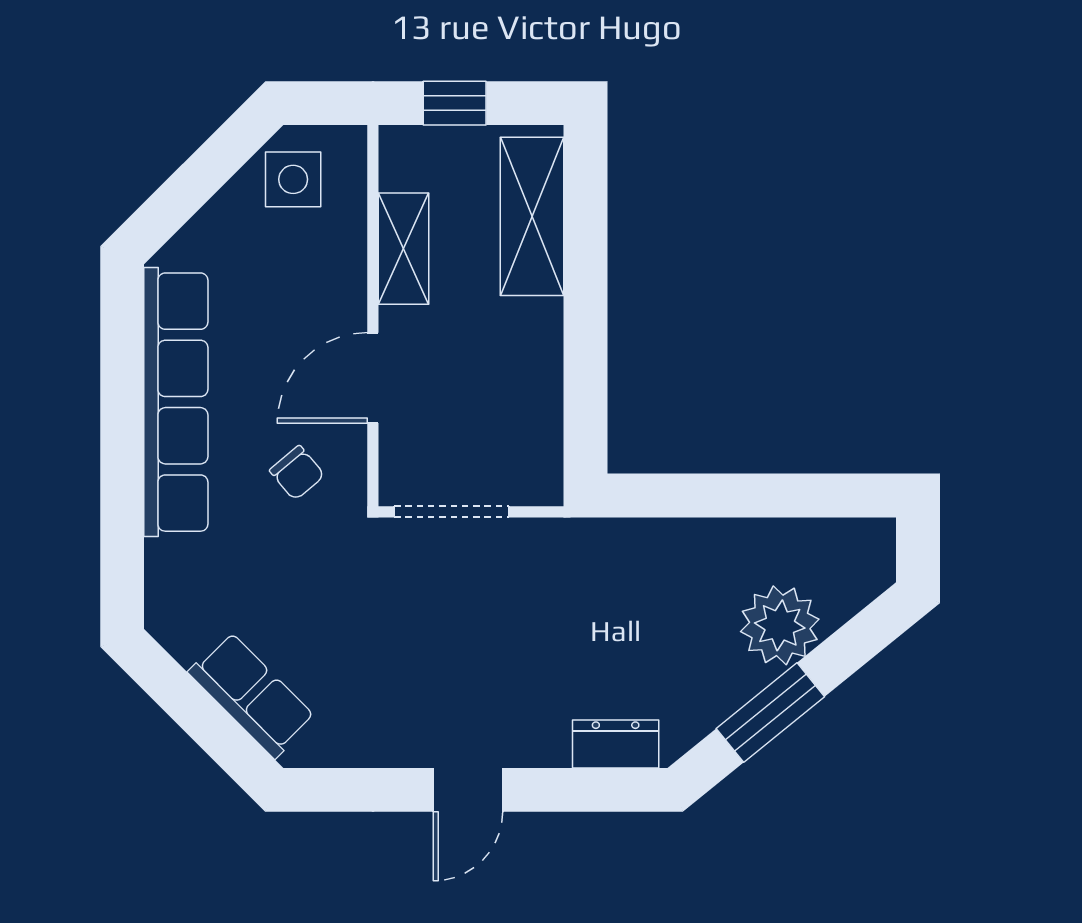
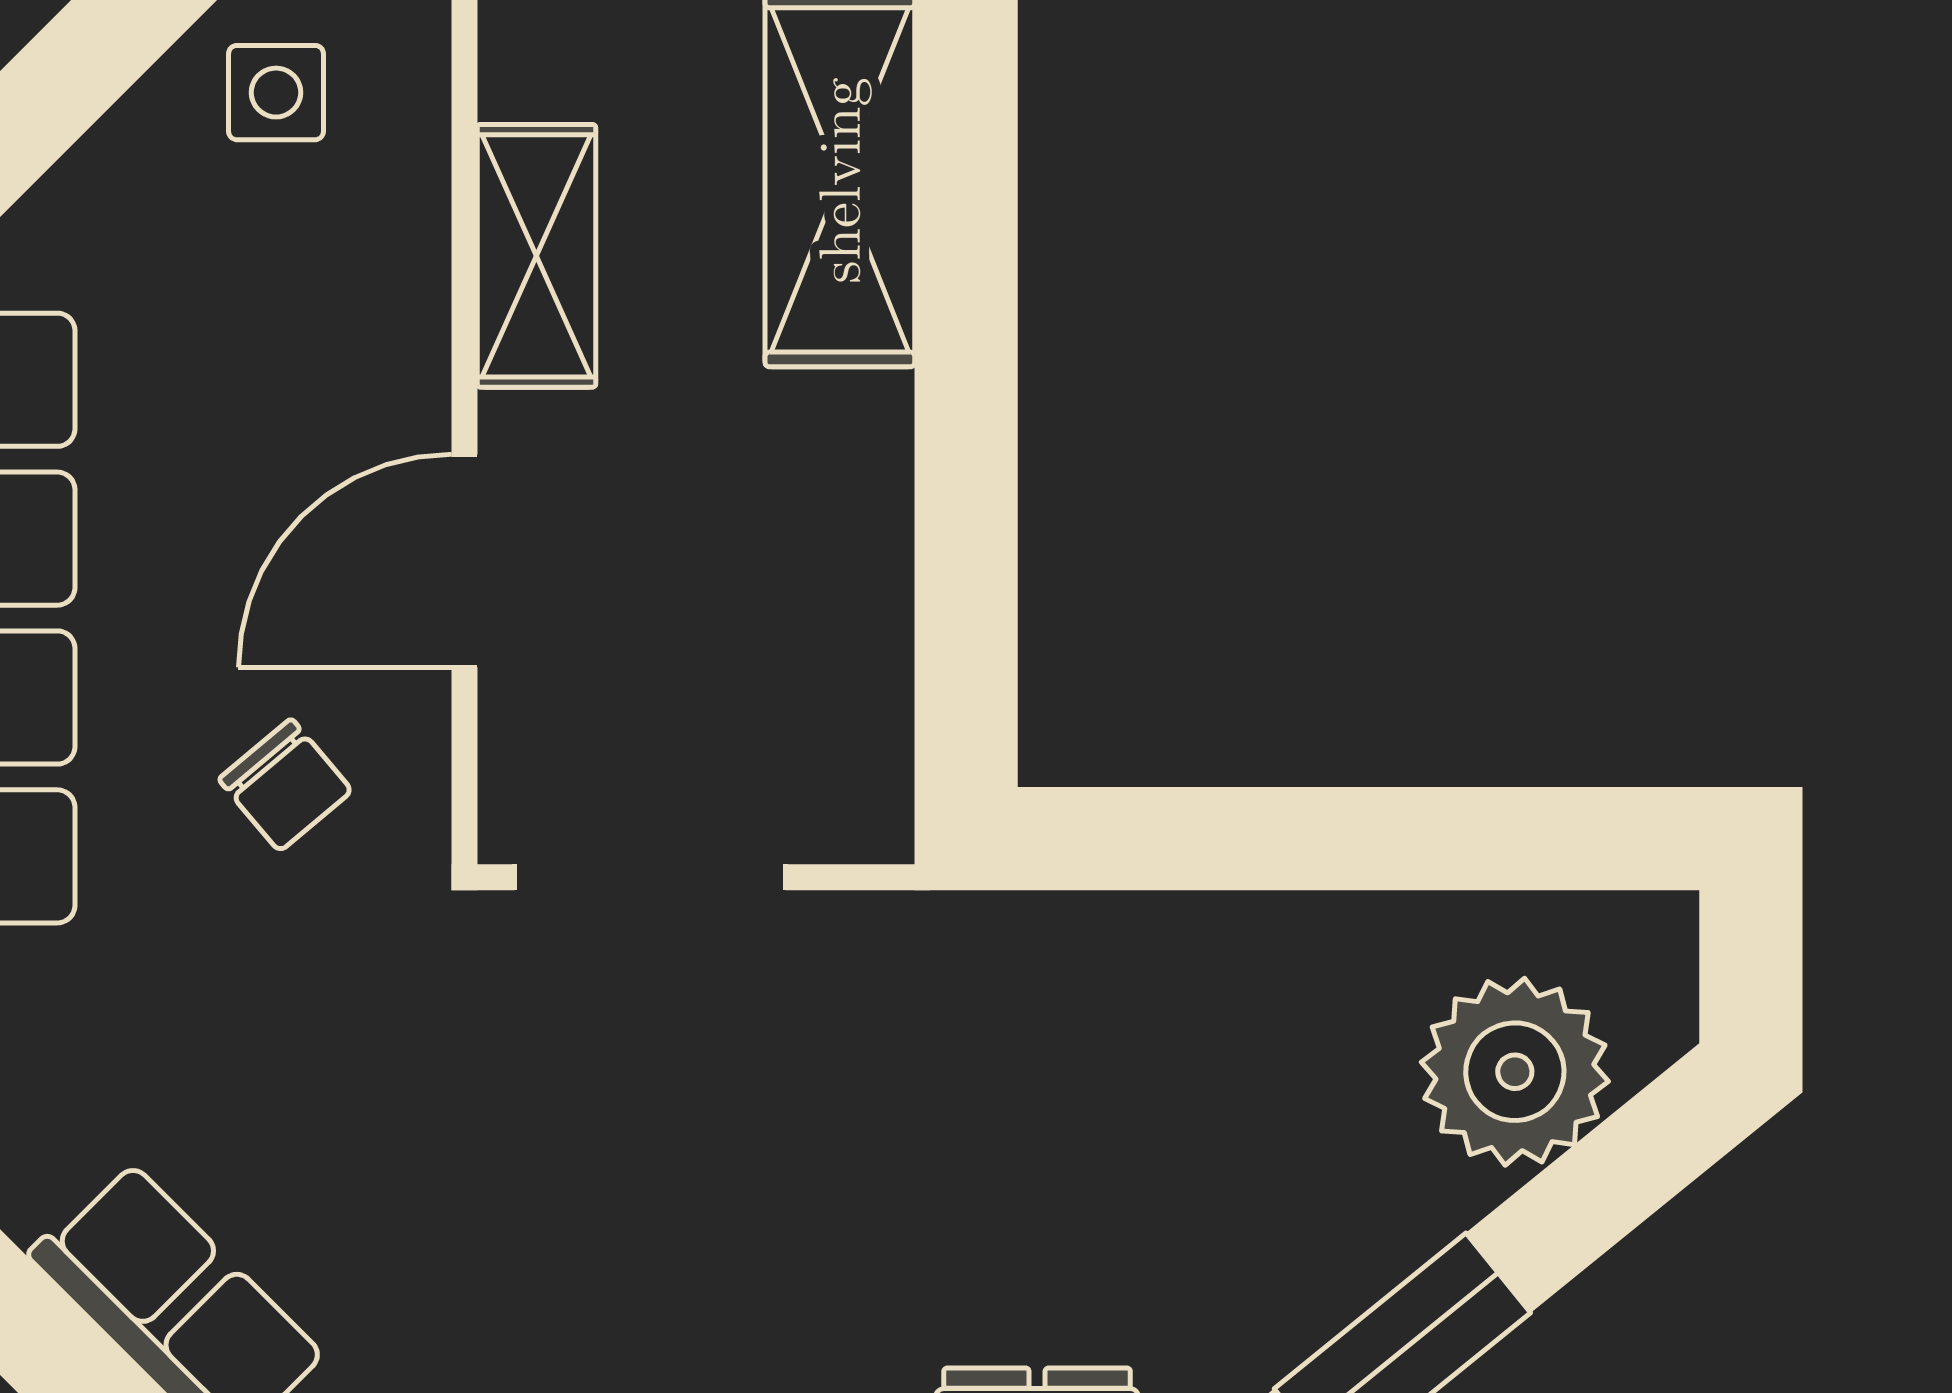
side table: (293, 179) -> (276, 93), width x0.73, depth x0.73
plant: (780, 625) -> (1515, 1072), moved

